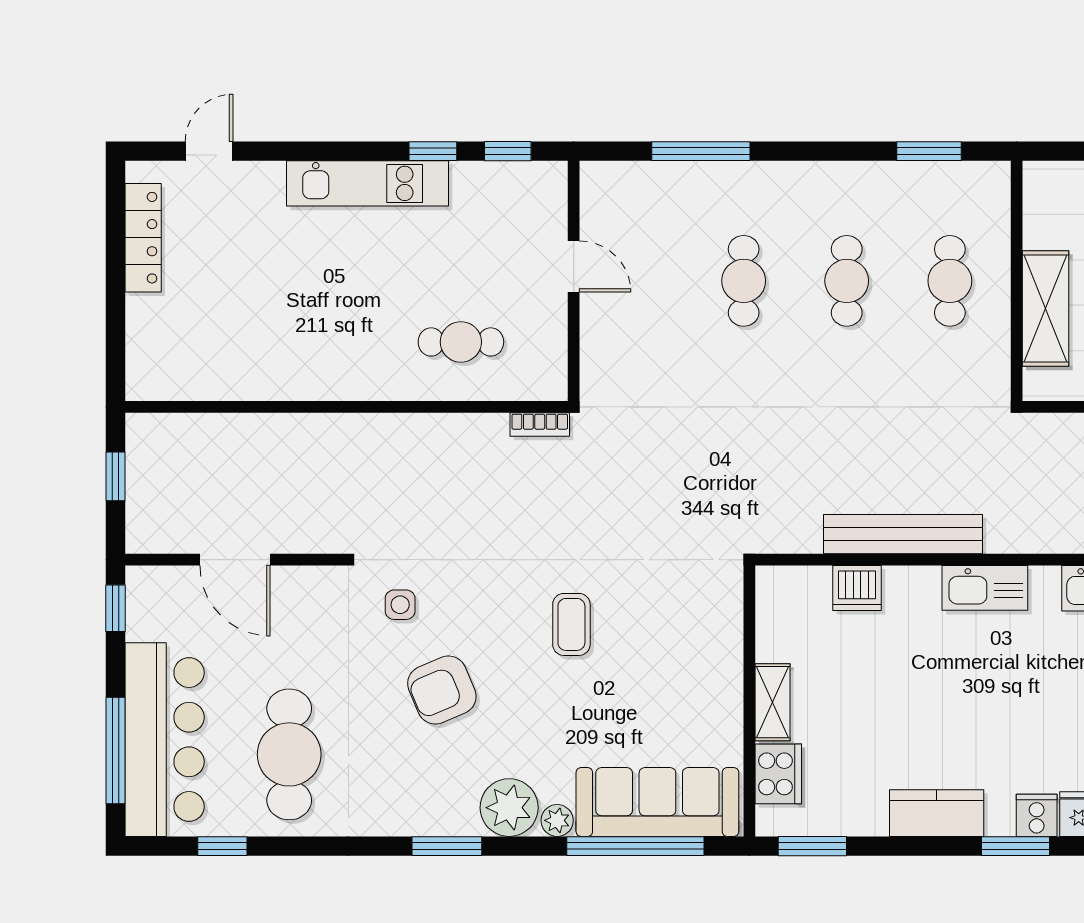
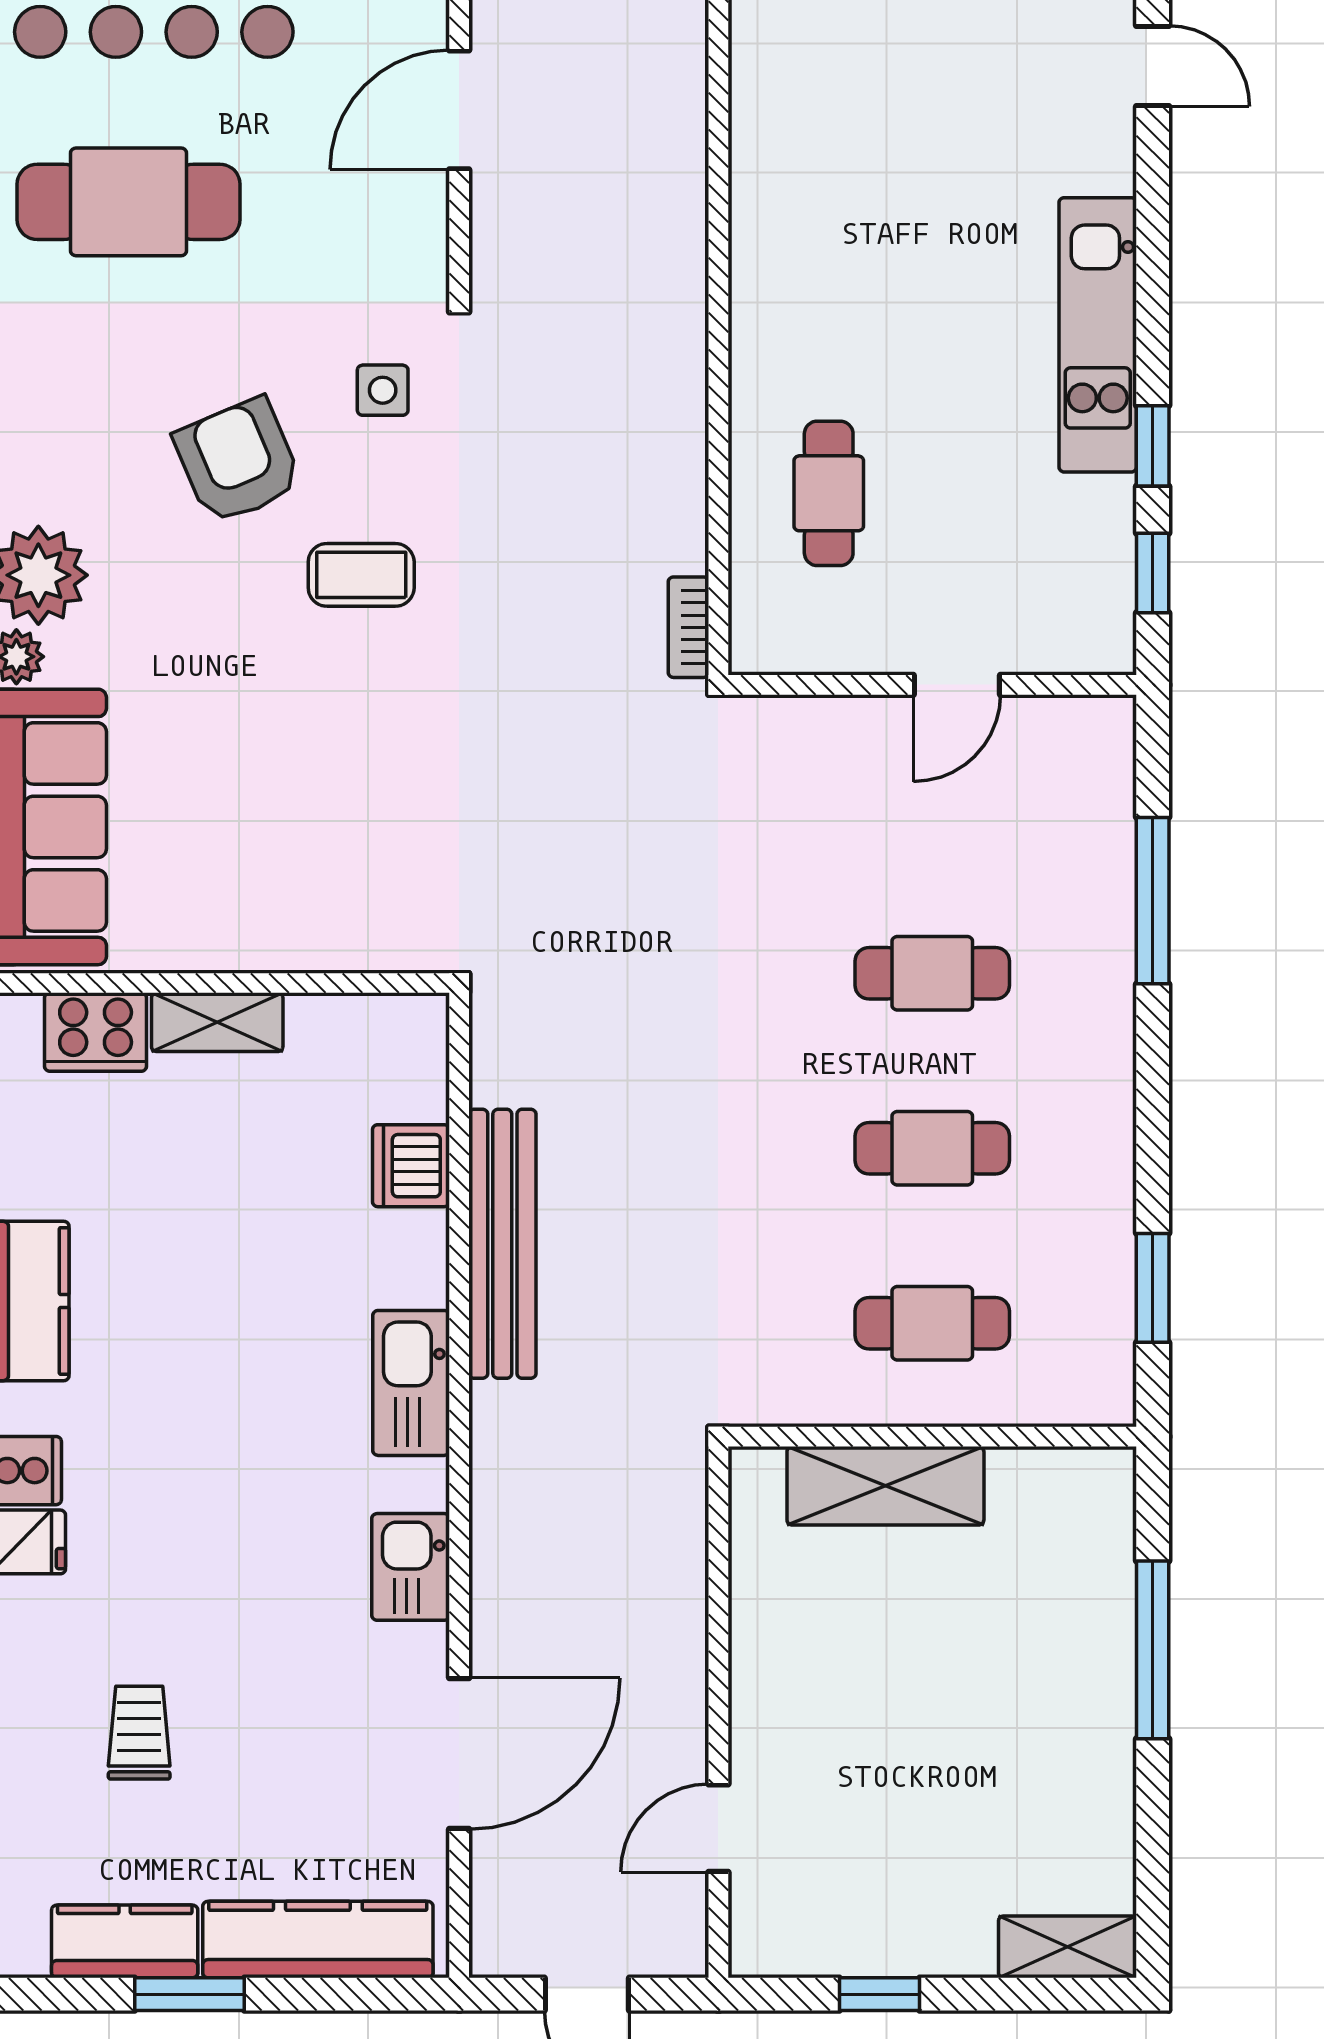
coffee table: (571, 624) -> (361, 575), moved

